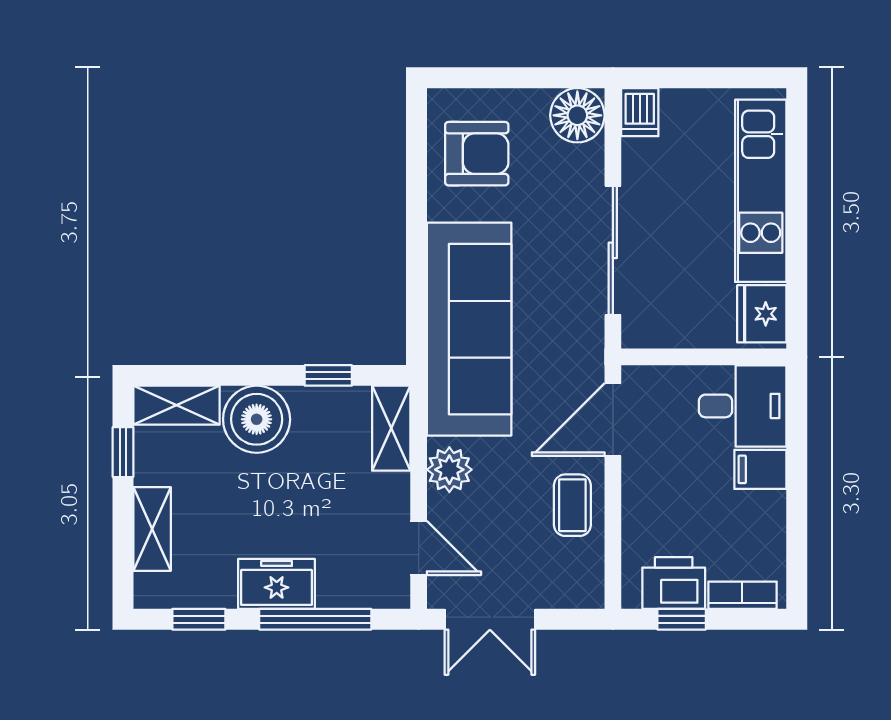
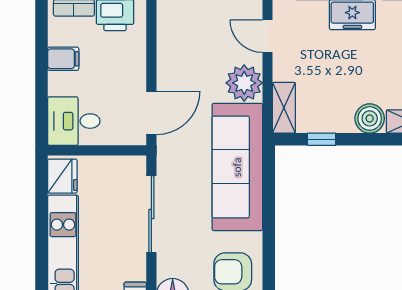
boiler: (257, 419) -> (370, 118), width x0.73, depth x0.73
filing cabinet: (760, 469) -> (63, 59), moved
plant: (449, 470) -> (244, 83), width x1.36, depth x1.36
coffee table: (572, 505) -> (176, 62), removed

